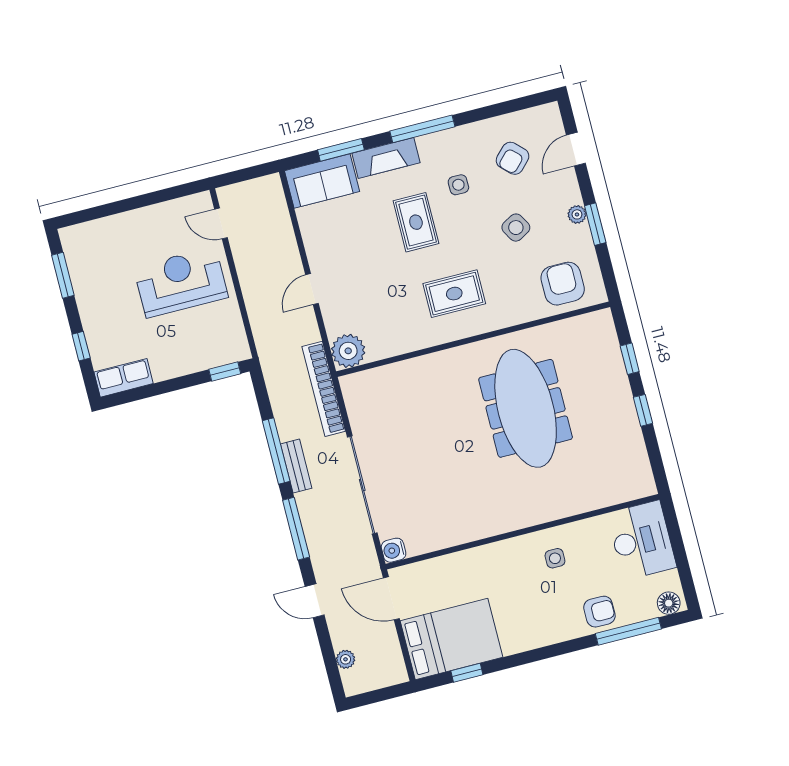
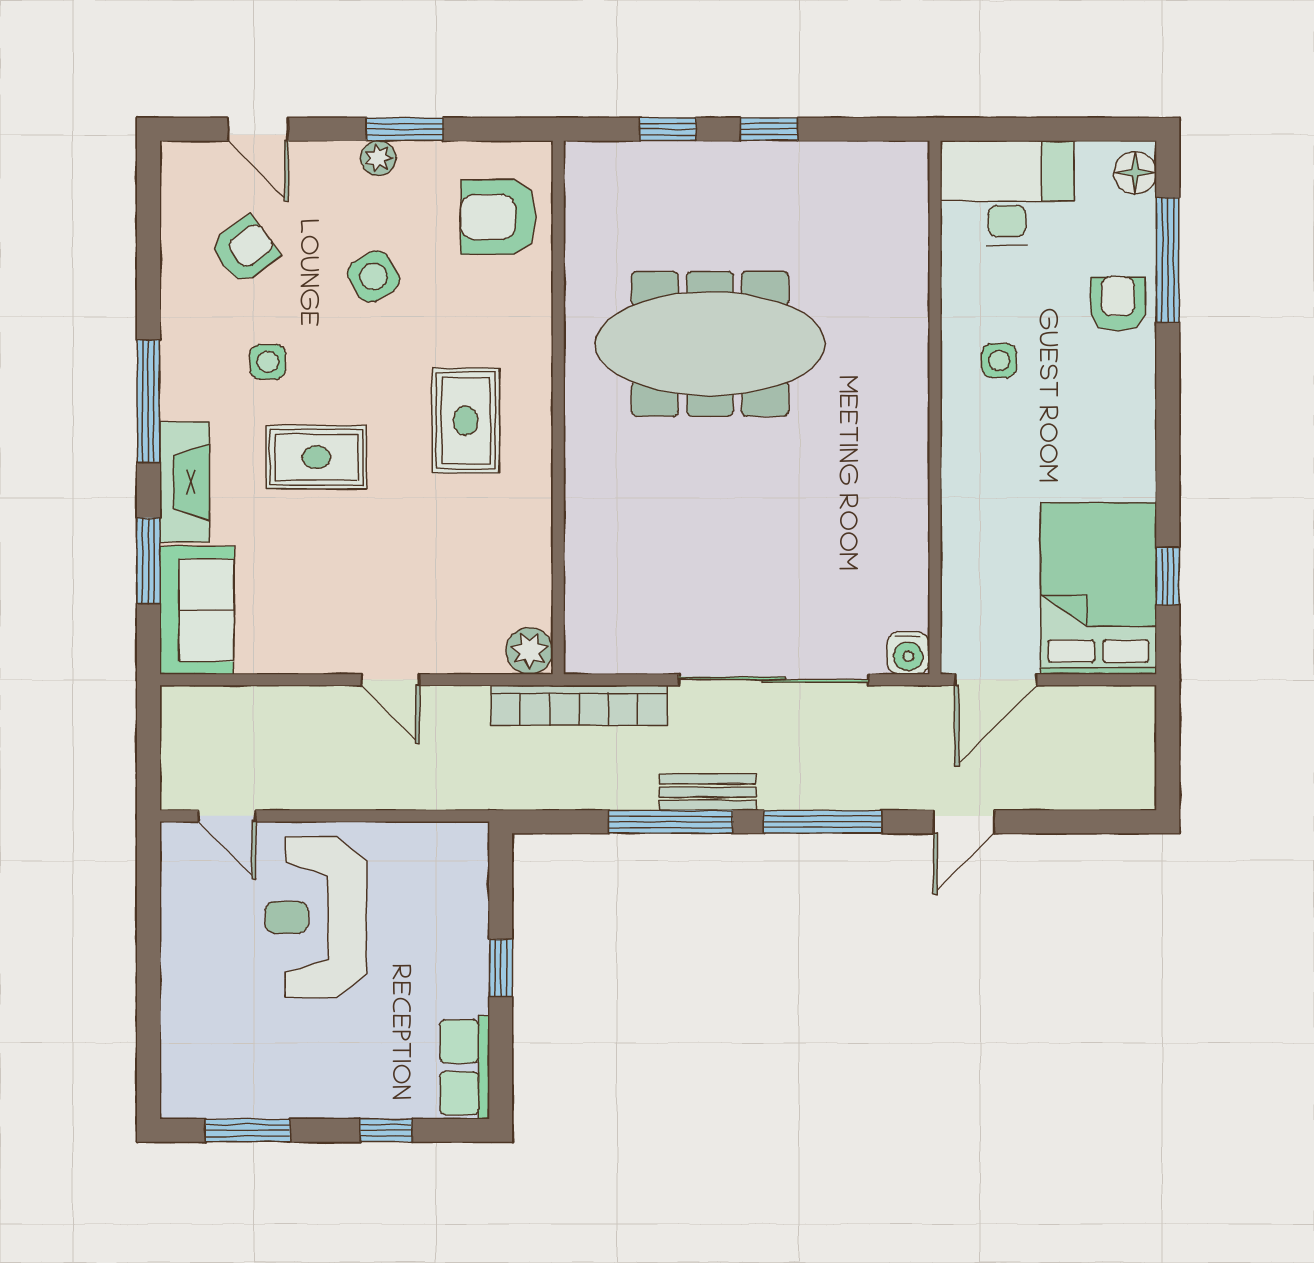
armchair: (513, 158) -> (245, 250), turned -81
door: (221, 223) -> (227, 816), hinge flipped
plant: (348, 351) -> (529, 651), width x0.73, depth x0.73
window: (225, 372) -> (501, 968), moved
plant: (346, 659) -> (1086, 793), removed

